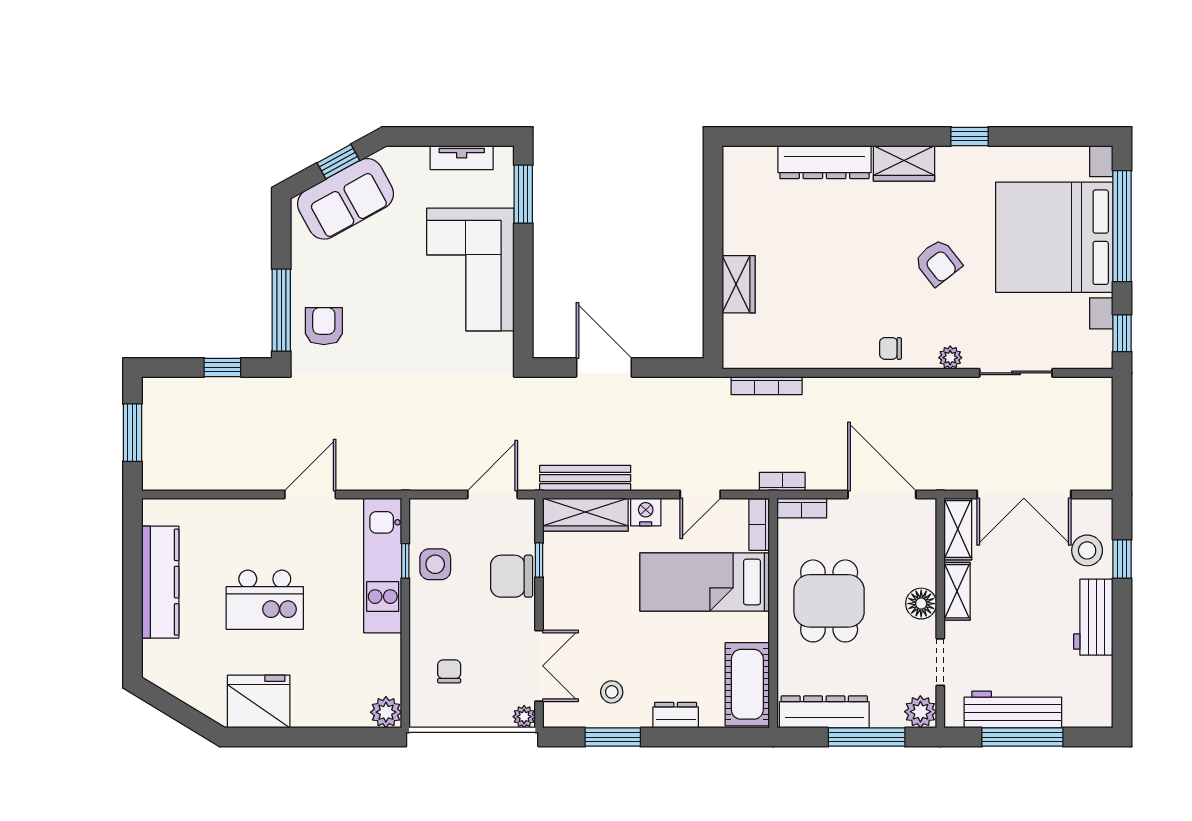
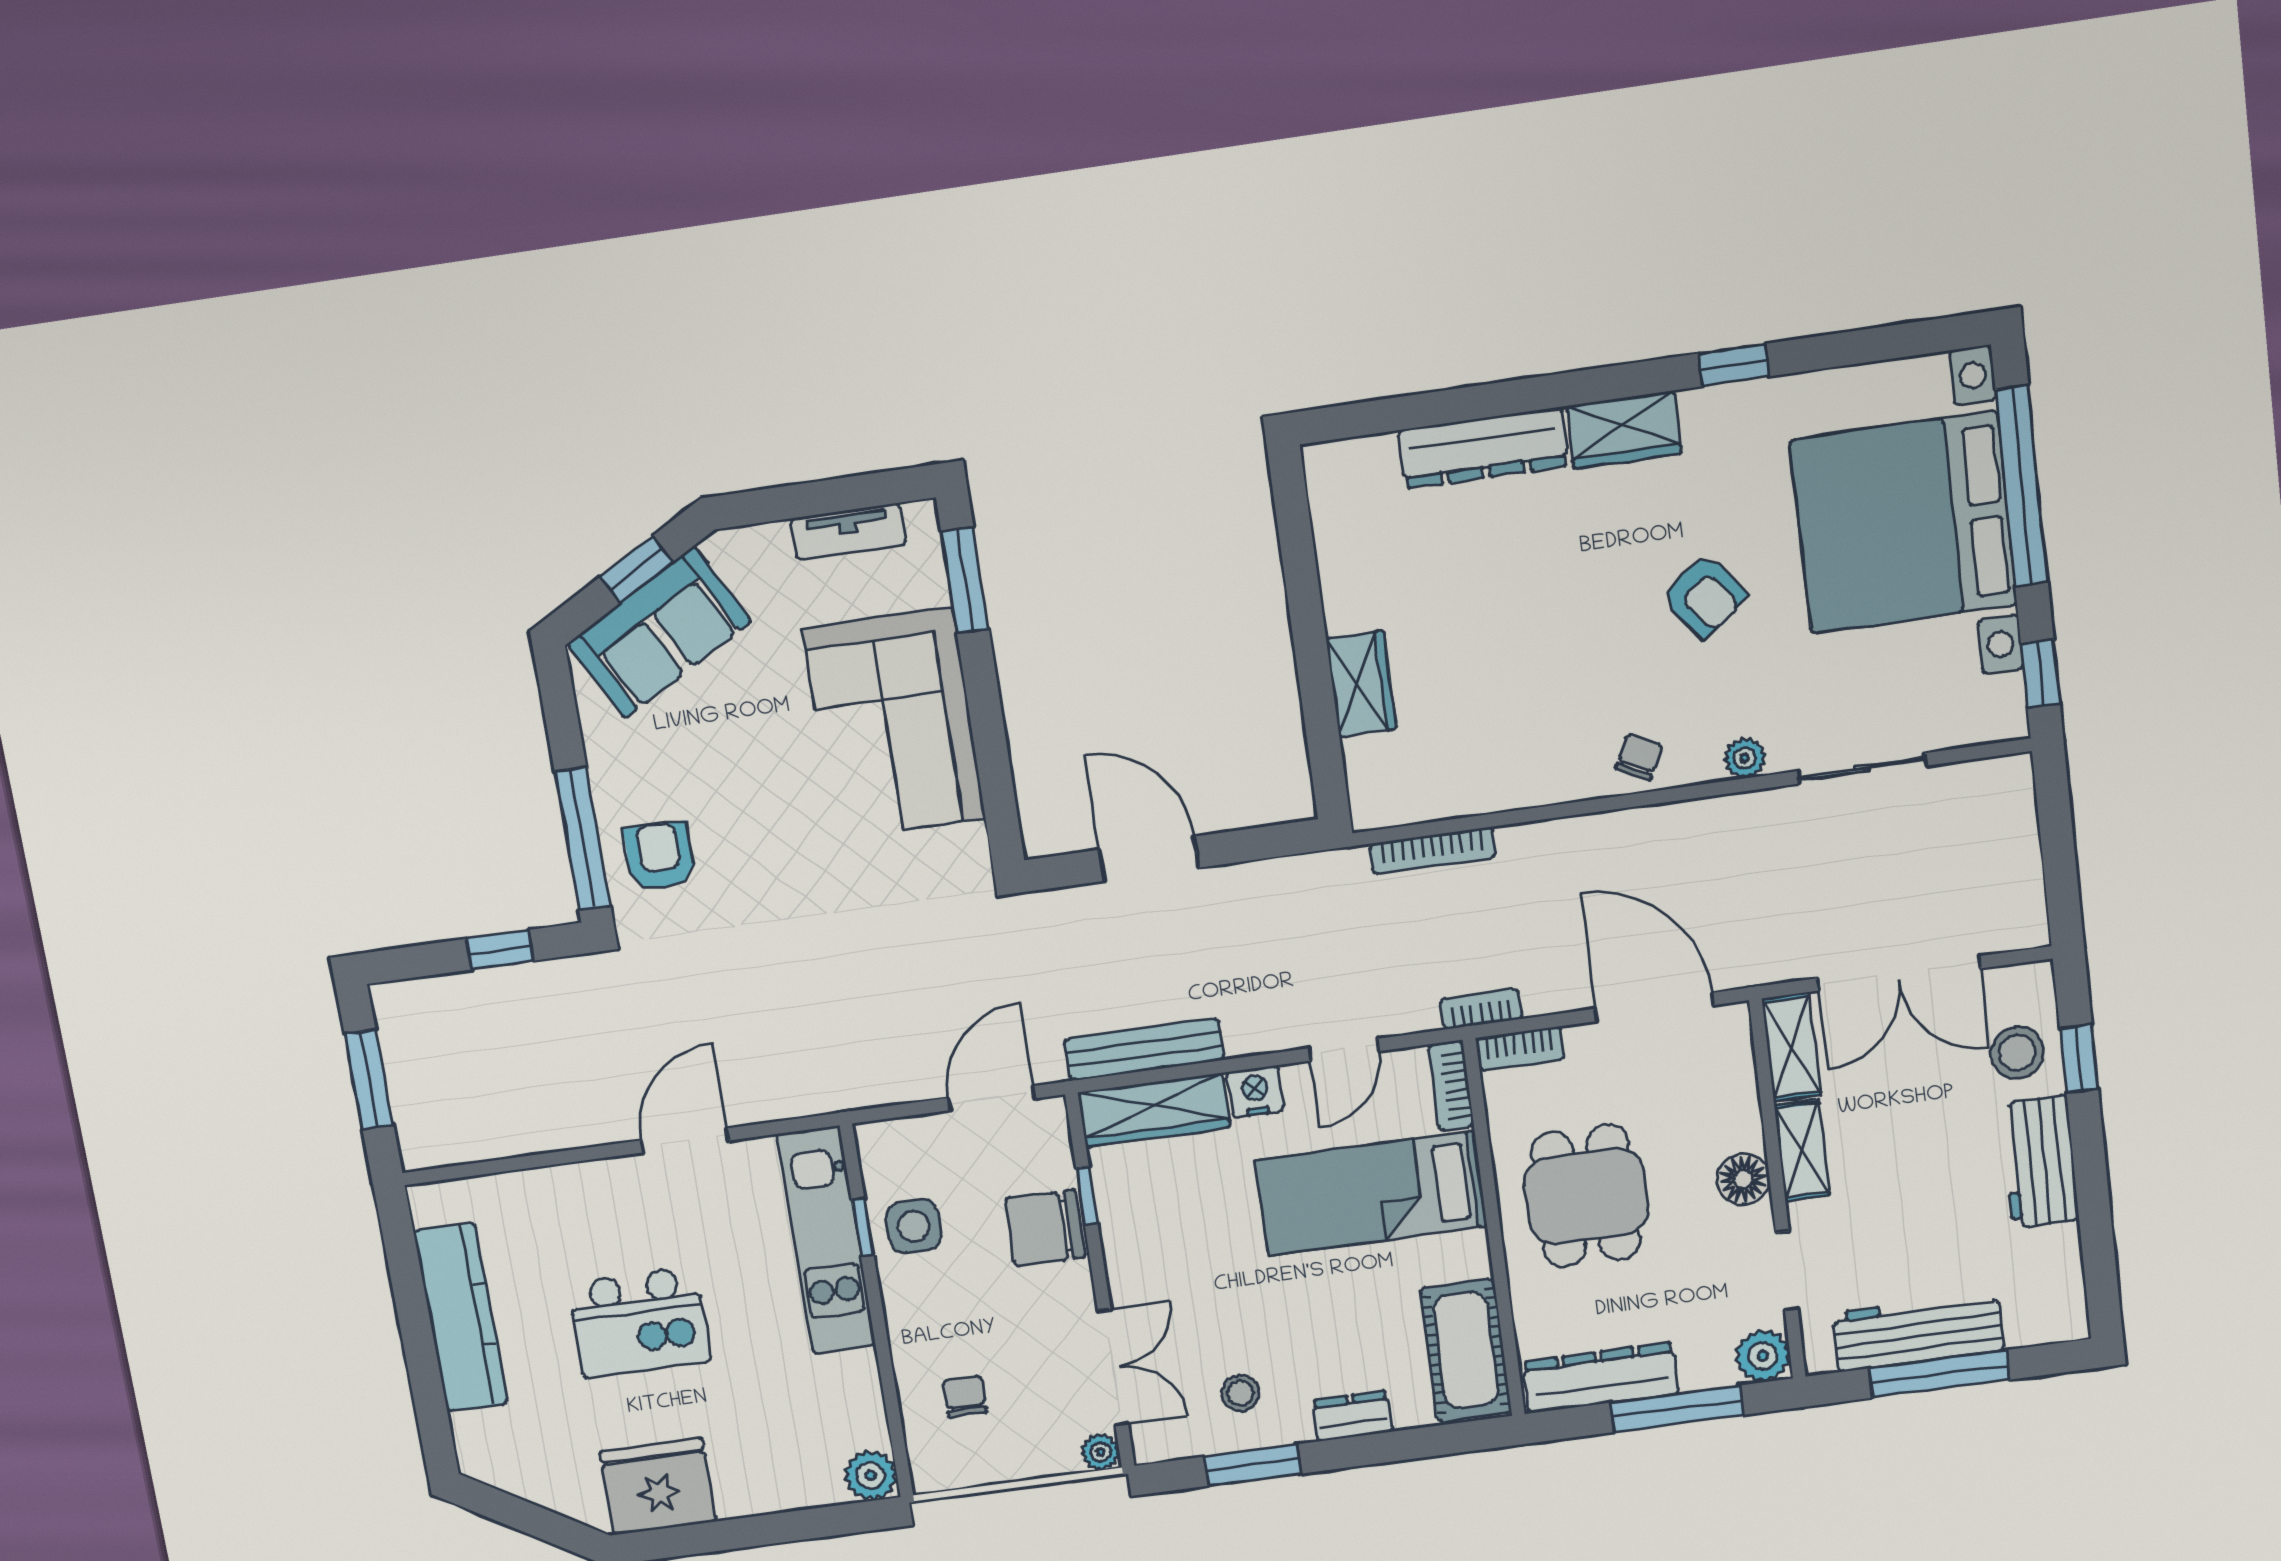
chair: (891, 348) -> (1639, 757), turned 117

